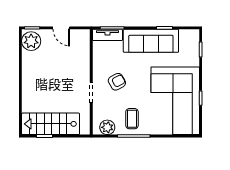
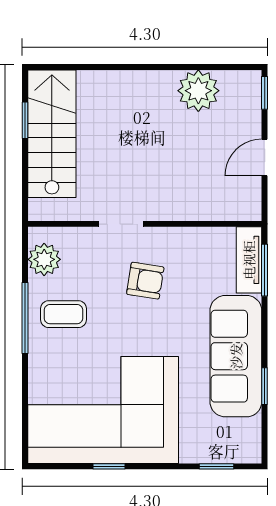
plant: (31, 41) -> (198, 91), moved
armchair: (117, 82) -> (145, 281), turned -52

